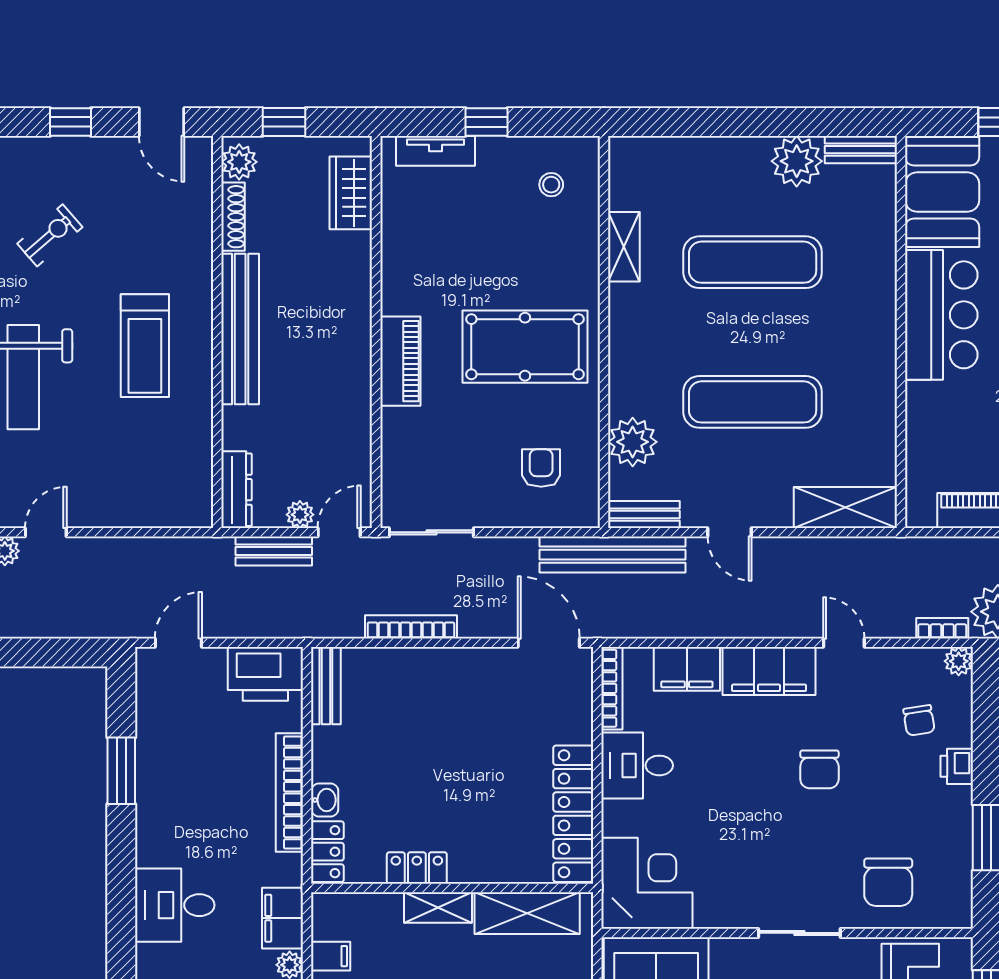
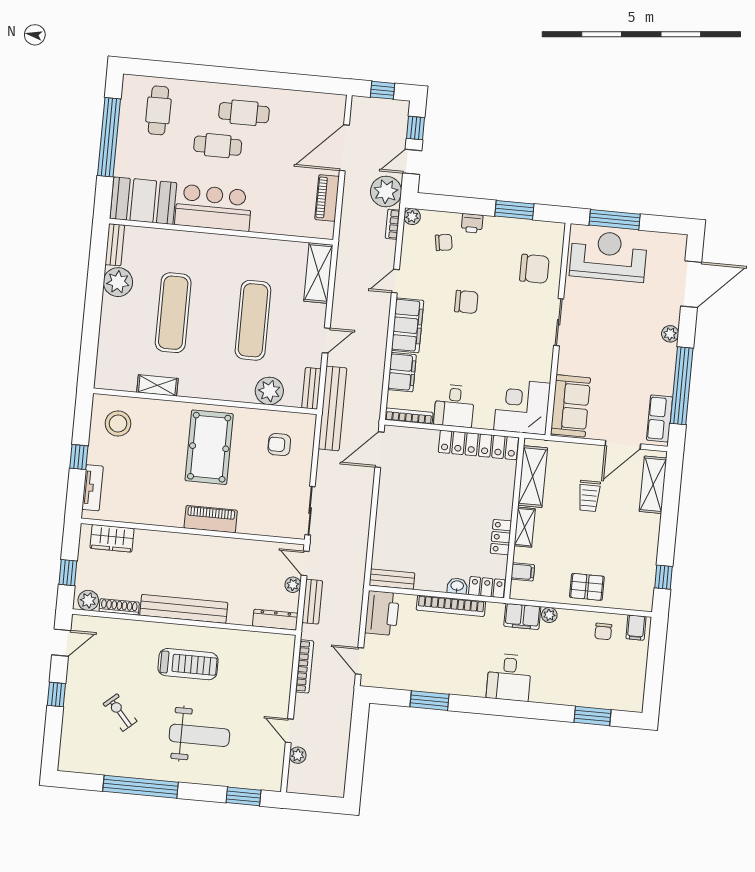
stool: (551, 185) -> (118, 424), width x1.89, depth x1.89
bookcase: (411, 627) -> (305, 666), moved, turned 180
filing cabinet: (331, 956) -> (523, 572), moved, turned 90

